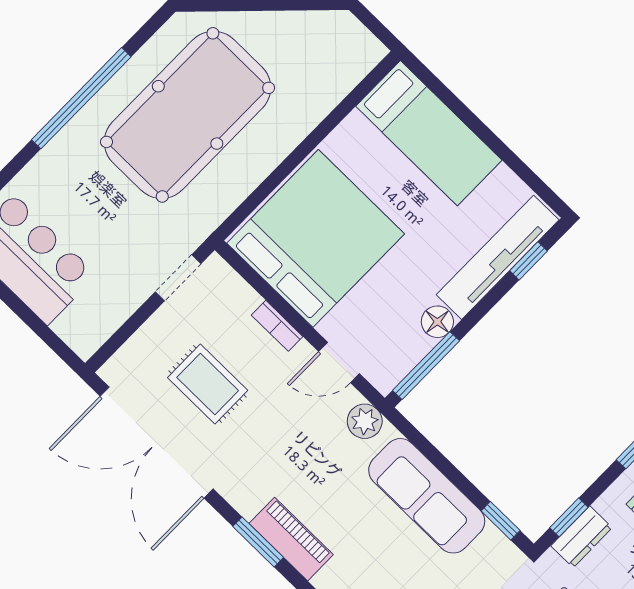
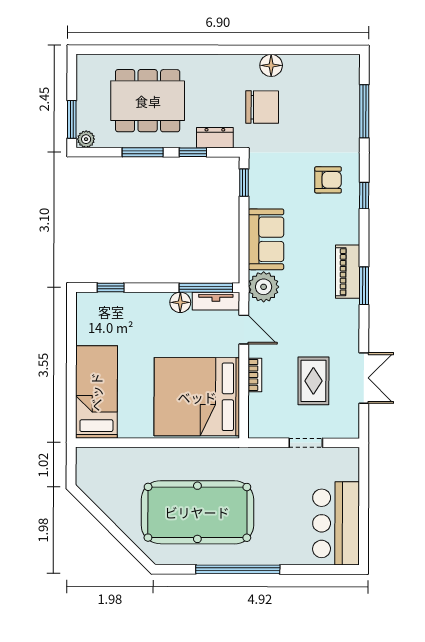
tv unit: (498, 257) -> (216, 301), moved, width x0.52, depth x0.78
doorway: (178, 278) -> (306, 443), moved
plant: (365, 421) -> (264, 287), width x1.36, depth x1.36
double door: (157, 443) -> (364, 378), width x0.54
sofa: (427, 496) -> (266, 239), width x0.73
window: (569, 517) -> (193, 152), moved

